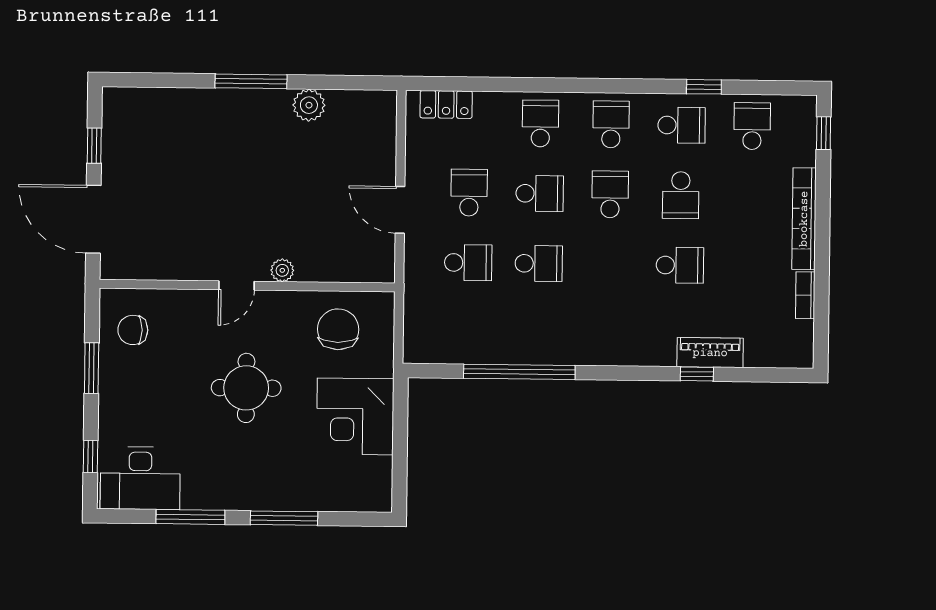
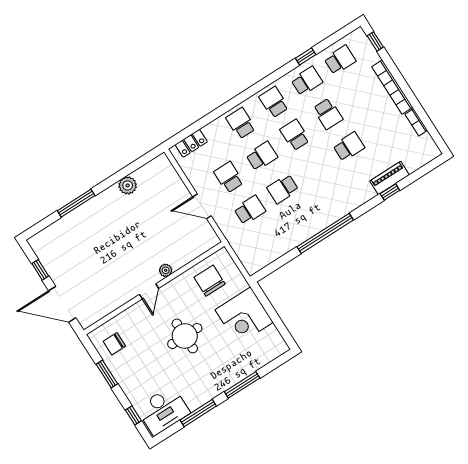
window: (251, 81) -> (76, 203), moved
school desk: (752, 126) -> (340, 60), turned 90
school desk: (539, 263) -> (283, 189), turned 180
window: (519, 372) -> (325, 233), moved

